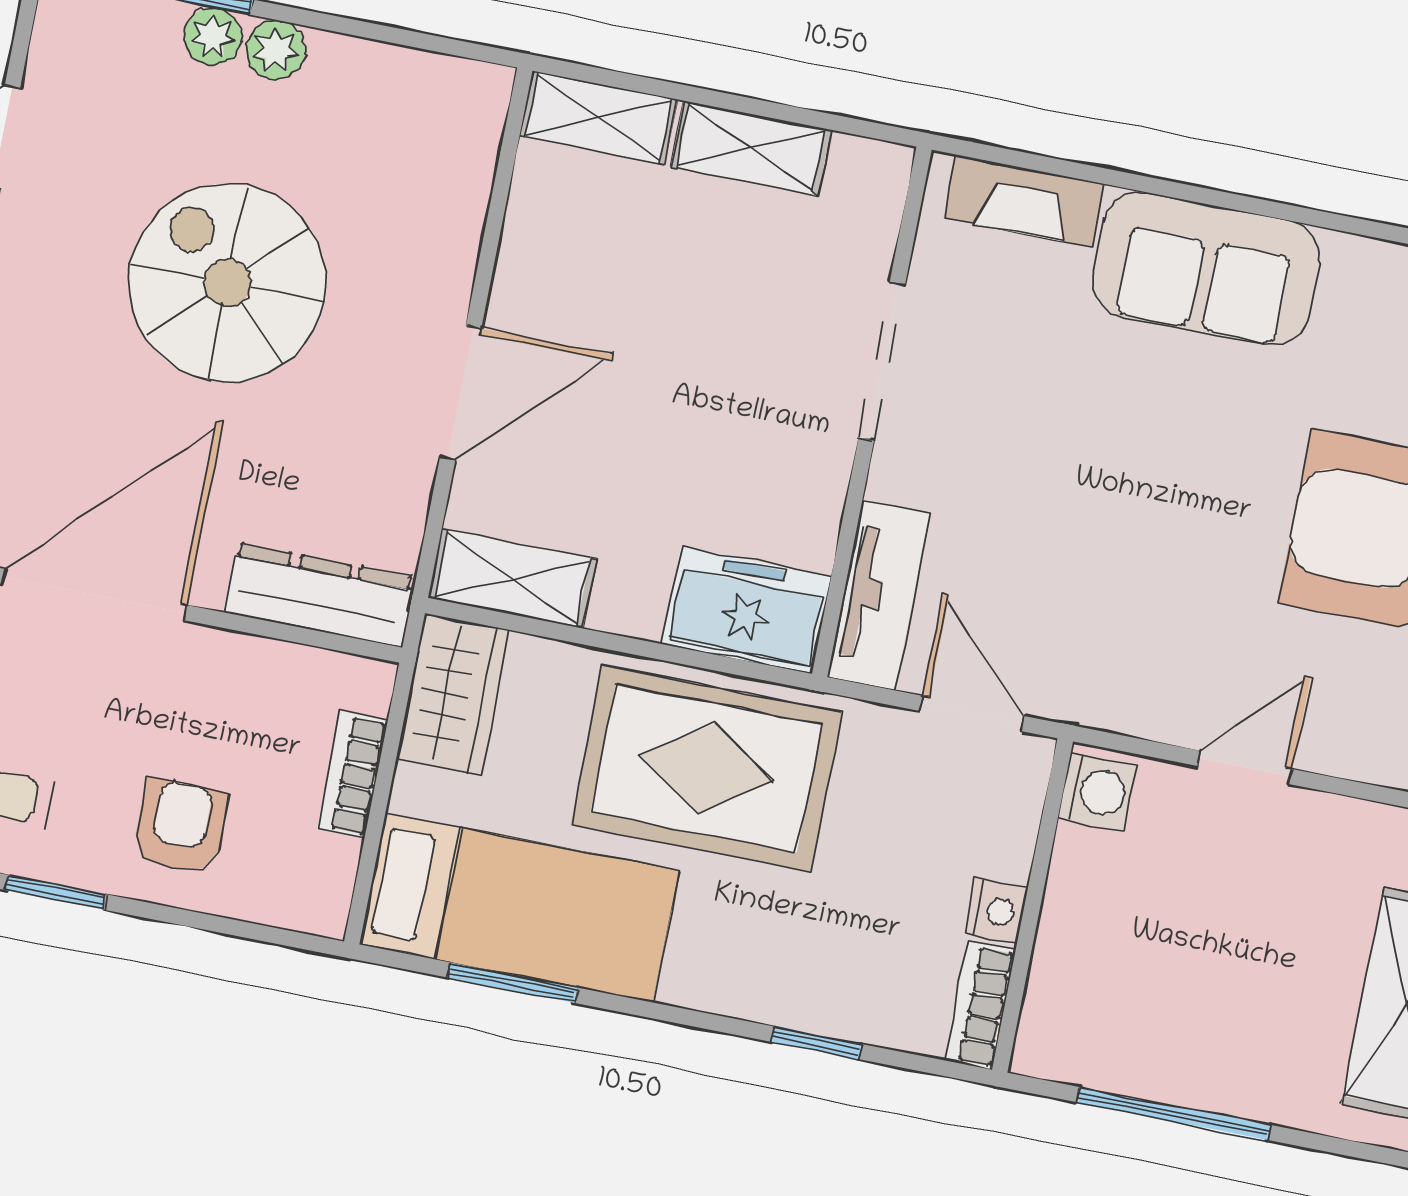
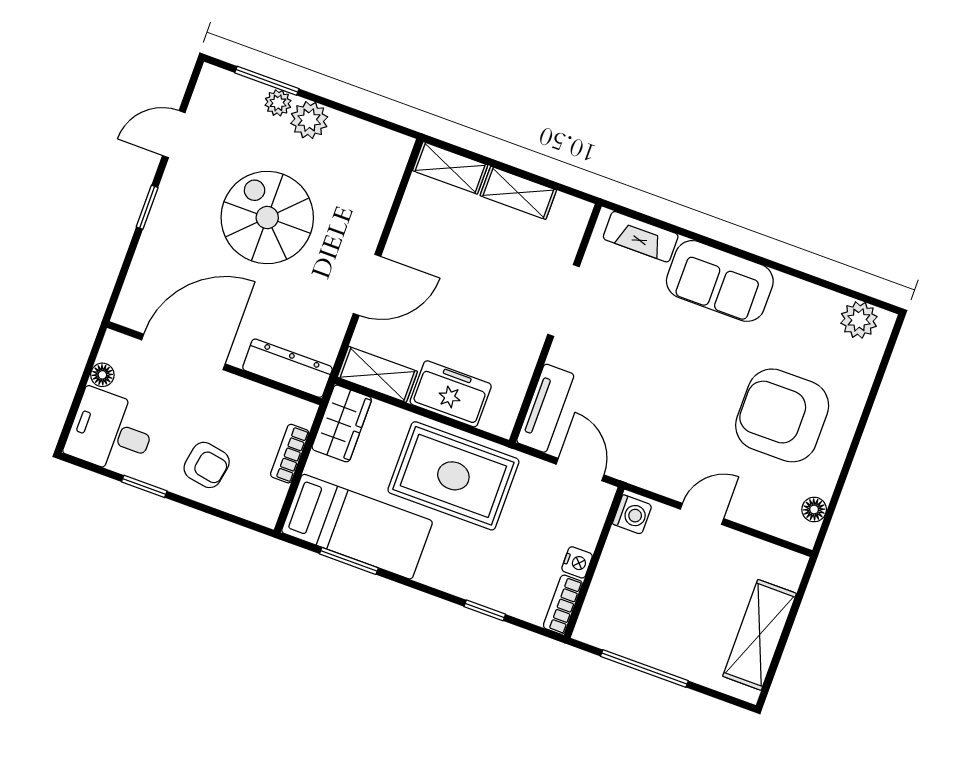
plant: (276, 50) -> (309, 120), width x1.38, depth x1.38
freezer: (747, 610) -> (451, 394), moved
armchair: (180, 826) -> (207, 465), turned 100

